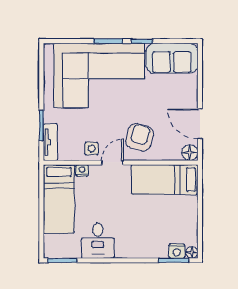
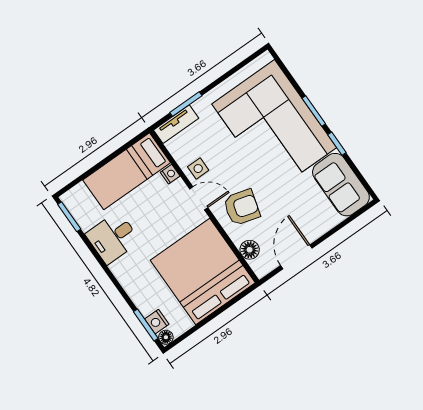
floor lamp: (190, 153) -> (250, 250), moved
bed: (165, 180) -> (203, 271), width x2.04

